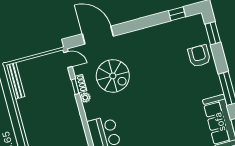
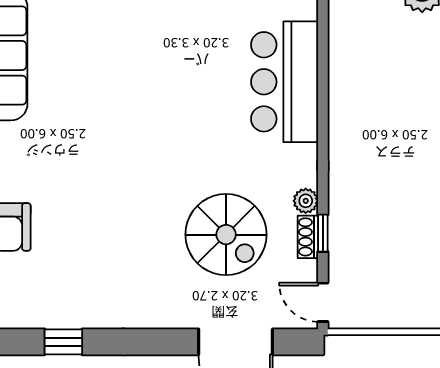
window: (177, 14) -> (63, 342), moved
spiral stairs: (113, 76) -> (226, 235), turned 180

